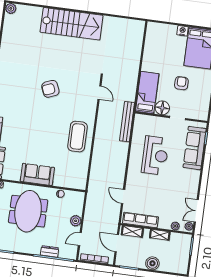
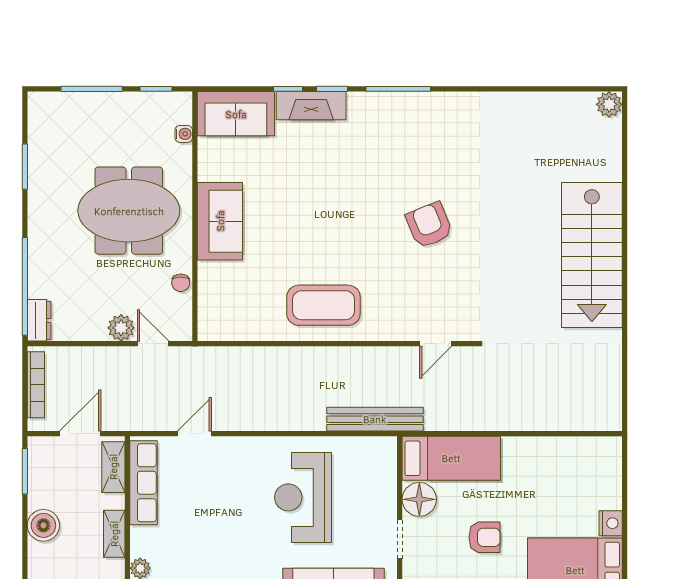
reception desk: (155, 155) -> (303, 497), turned 90
door: (80, 239) -> (153, 344), moved
dresser: (50, 251) -> (39, 320), moved

